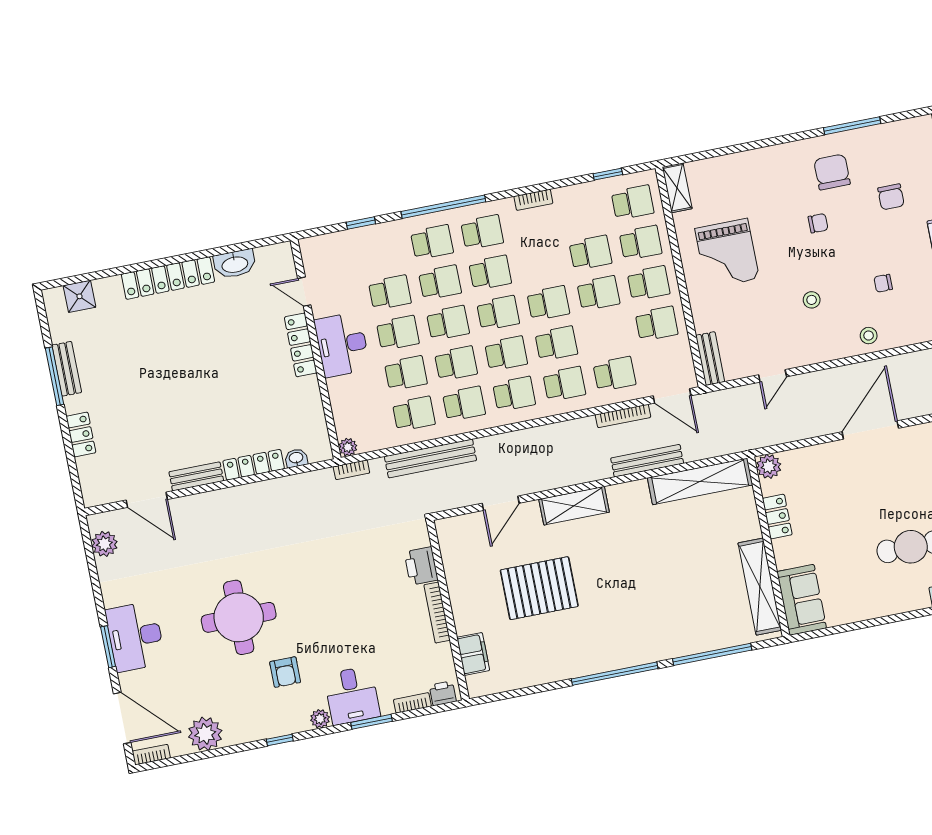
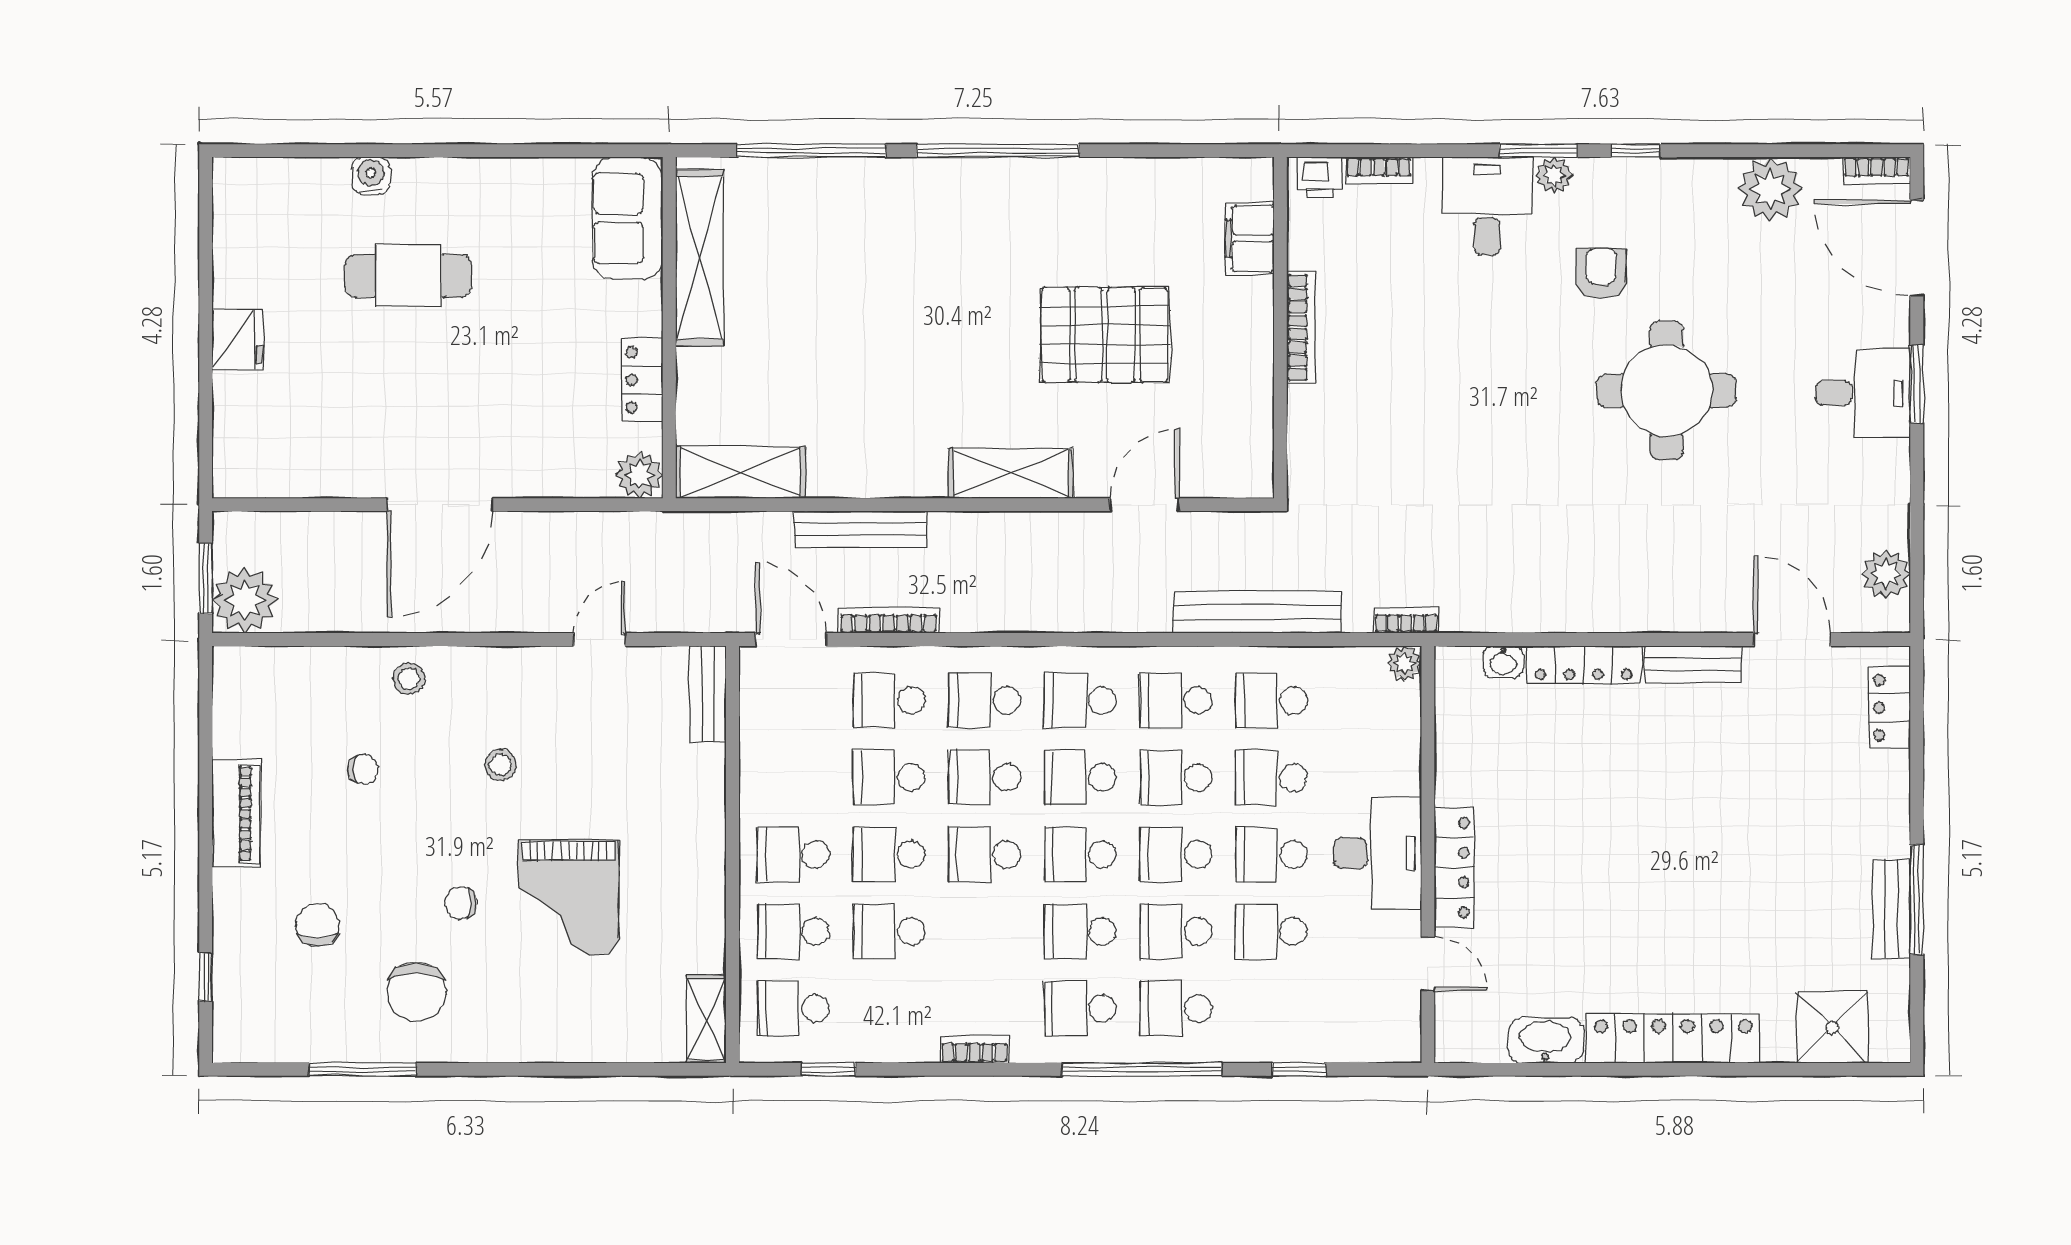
grand piano: (727, 254) -> (568, 897), moved, turned 180
shower: (79, 296) -> (1832, 1028), width x1.36, depth x1.36
school desk: (657, 324) -> (889, 777), moved
locker: (81, 435) -> (1890, 708), moved
shelving: (700, 481) -> (741, 472), width x0.68
printer: (421, 566) -> (1313, 419), removed
desk: (135, 637) -> (1863, 393), width x0.73
window: (371, 722) -> (1538, 151), moved

